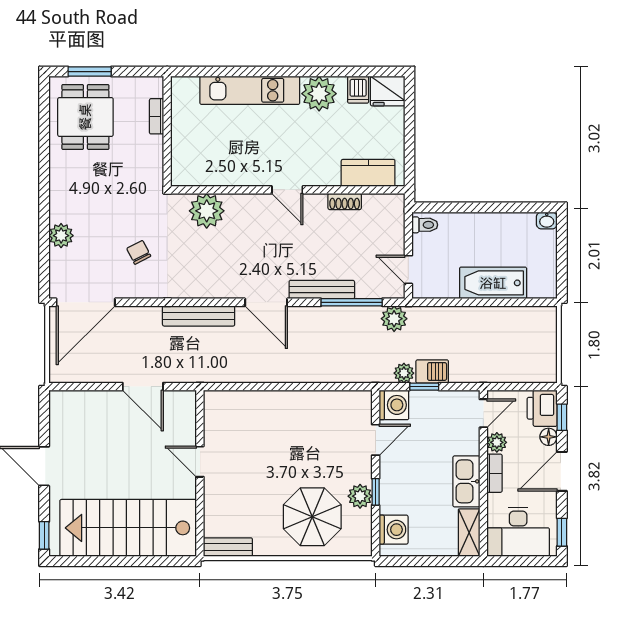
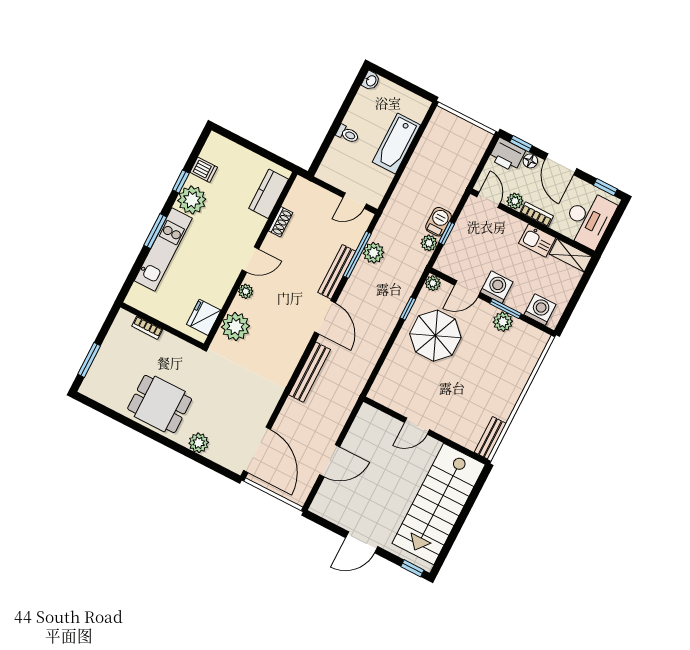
window: (265, 72) -> (155, 231), added
window: (333, 72) -> (181, 181), added
fridge: (388, 91) -> (204, 317), moved, turned 180
dining table: (85, 117) -> (160, 404), moved
plant: (250, 202) -> (246, 291), added
toilet: (425, 225) -> (348, 134), moved, turned 90
chair: (139, 252) -> (240, 392), removed
door: (266, 302) -> (325, 317), hinge flipped
plant: (394, 319) -> (374, 253), moved
door: (143, 387) -> (330, 461), moved
window: (322, 387) -> (408, 309), added
plant: (363, 399) -> (433, 283), added
washing machine: (394, 405) -> (497, 287), moved
door: (376, 440) -> (467, 289), swing flipped
kitchen sink: (466, 481) -> (537, 241), width x0.73
window: (376, 492) -> (505, 309), width x1.50
parasol: (312, 517) -> (435, 336), moved

